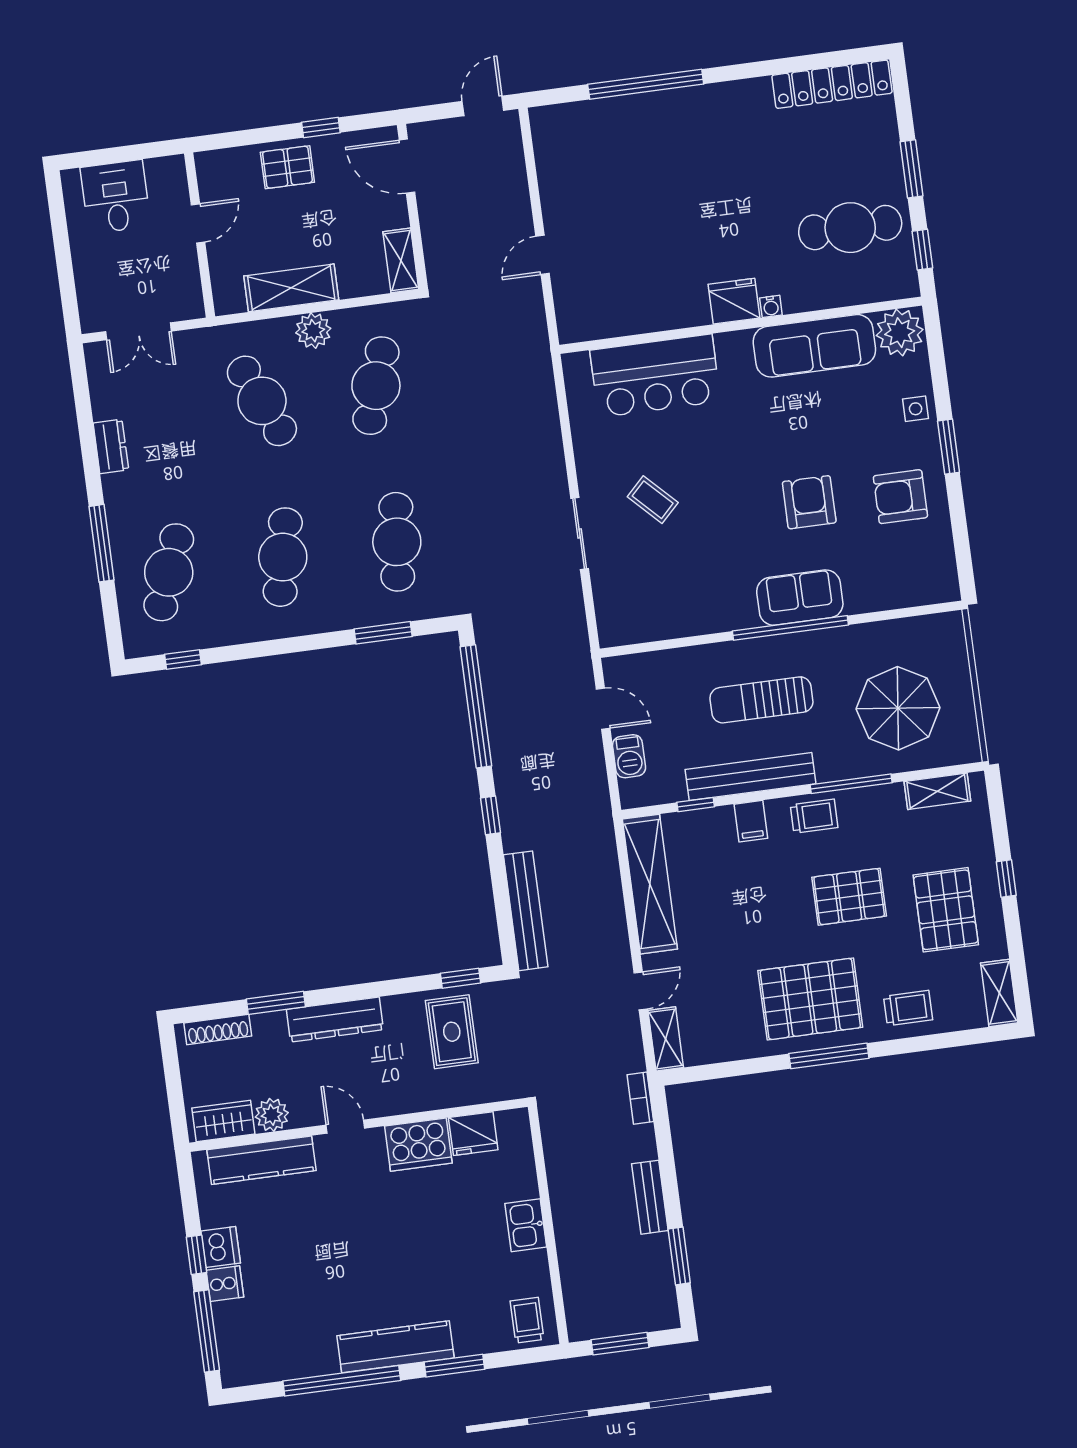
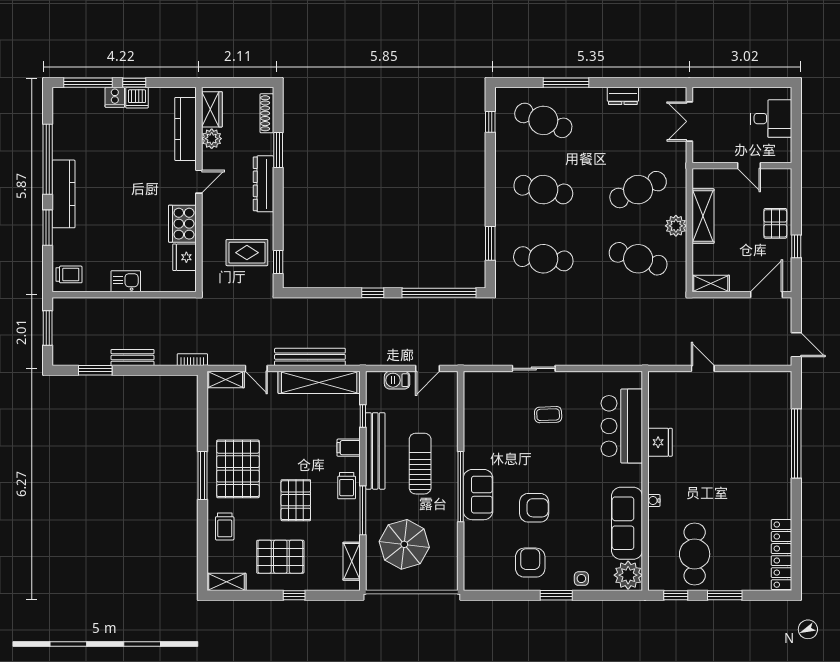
fridge: (734, 301) -> (660, 442), moved
coffee table: (653, 500) -> (548, 415), turned 43
bench: (526, 911) -> (310, 357), moved

